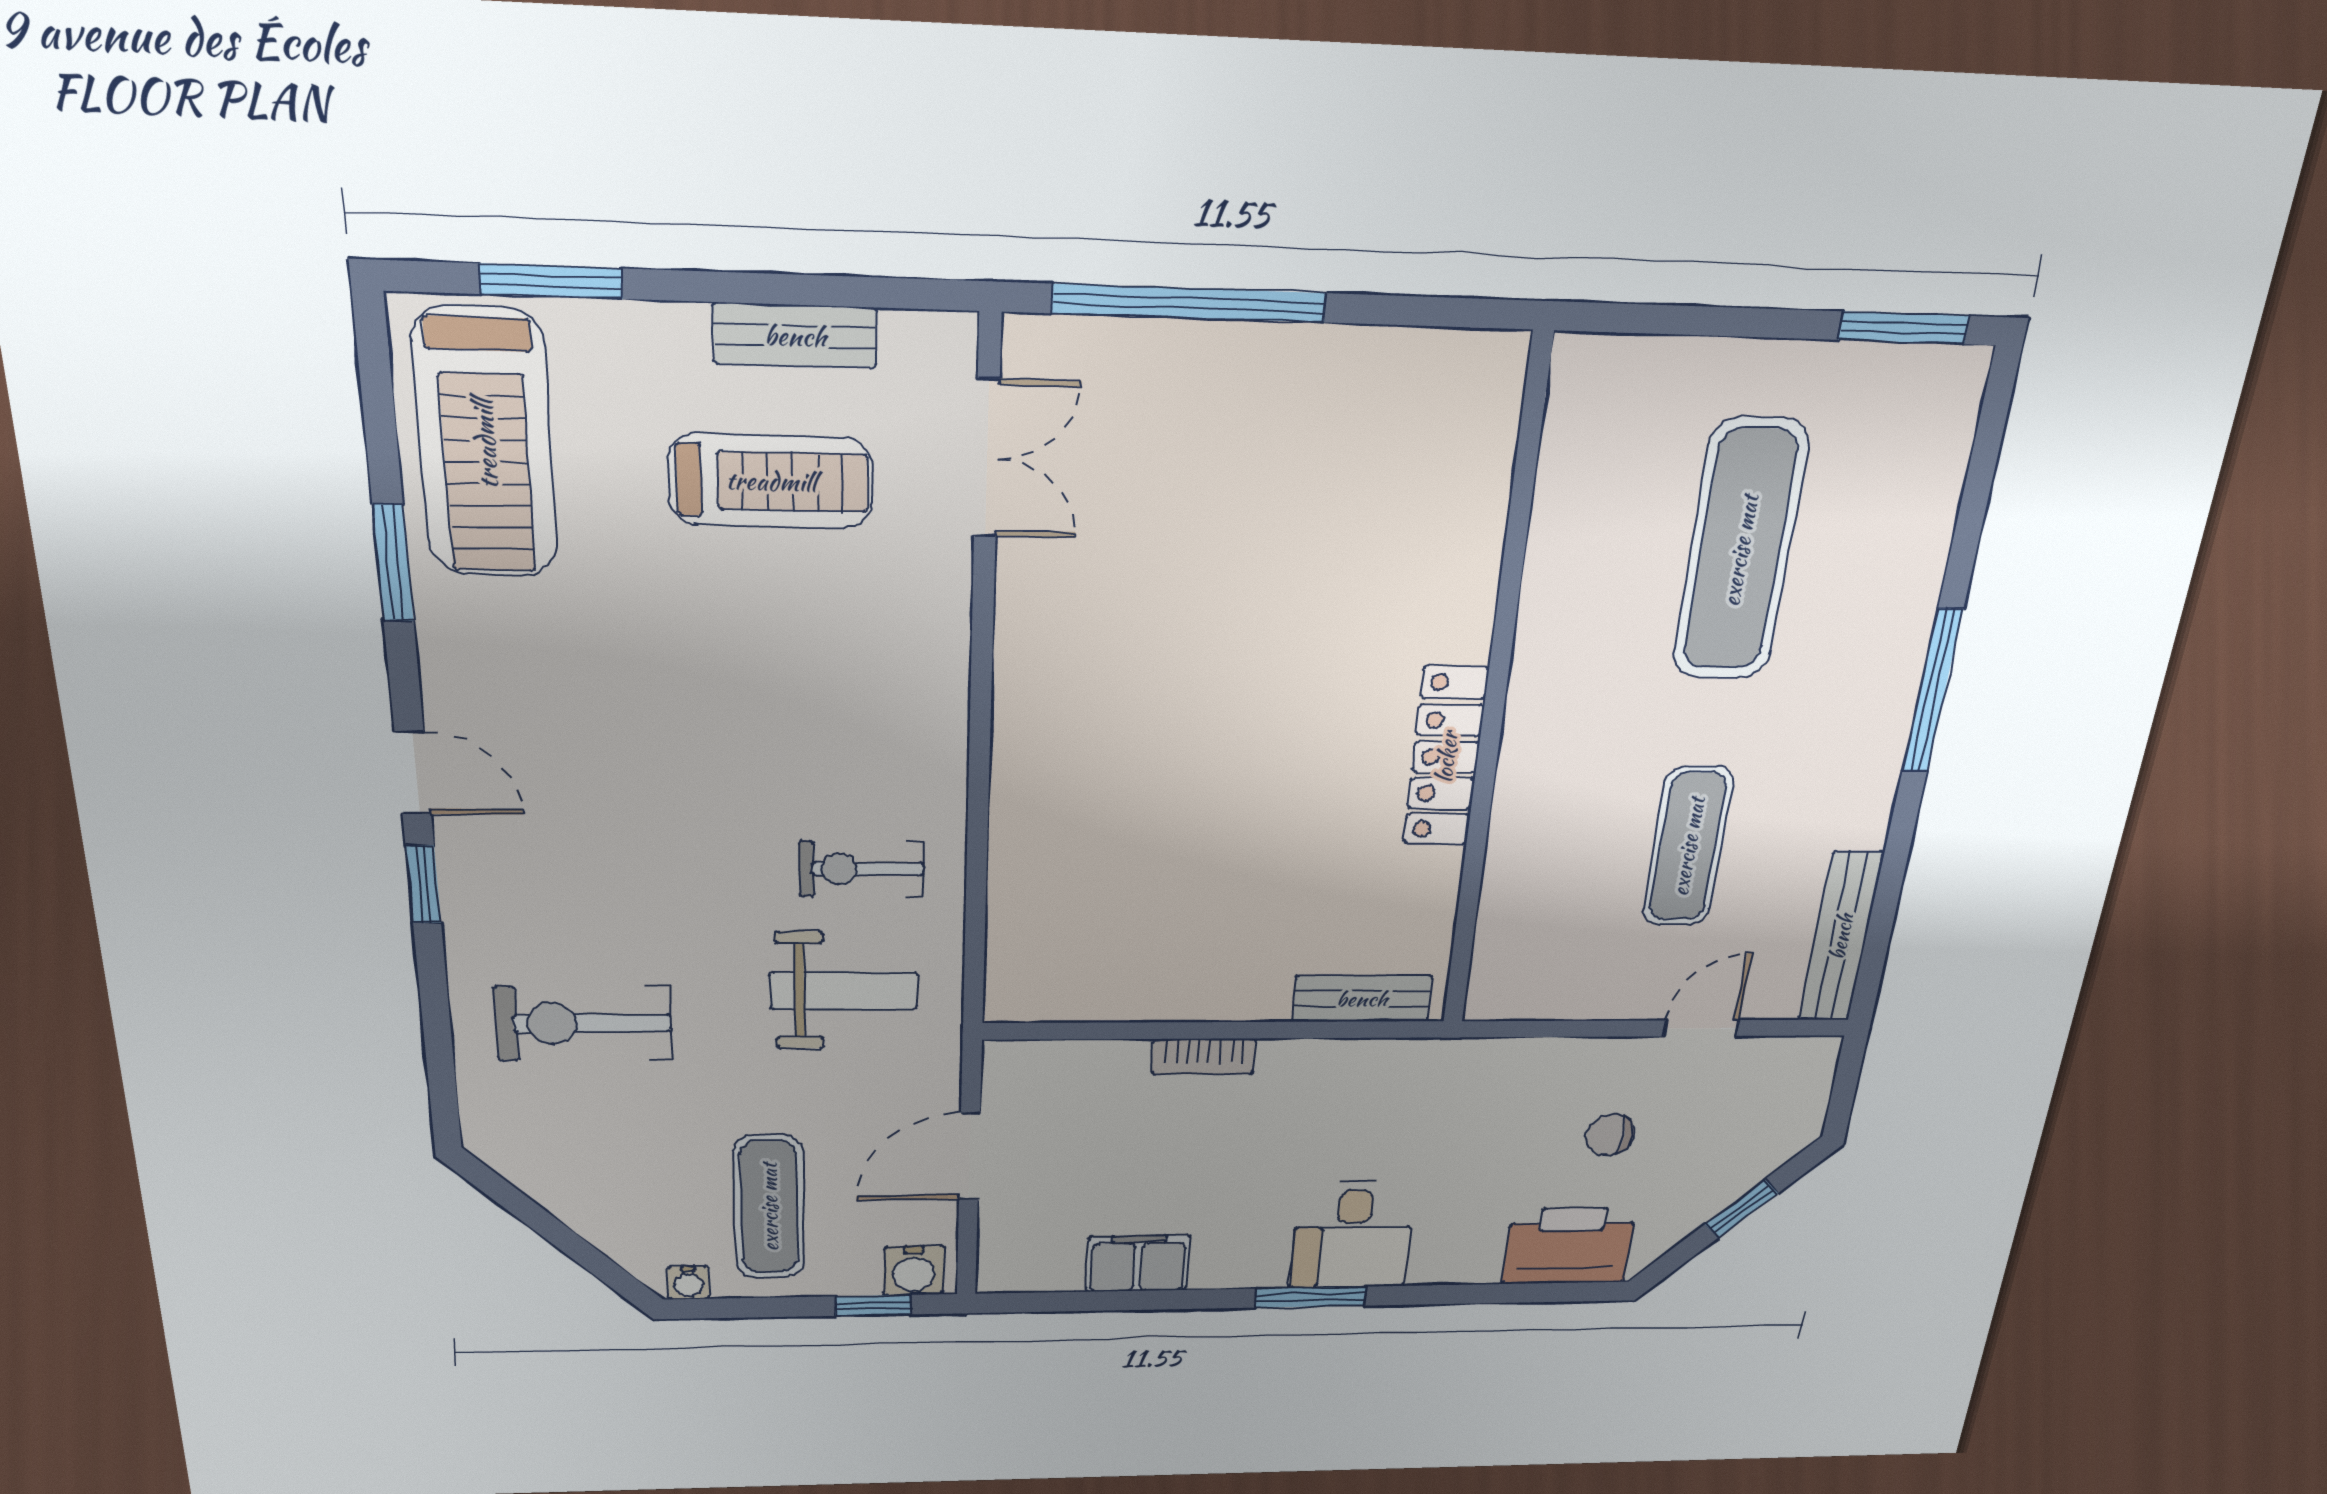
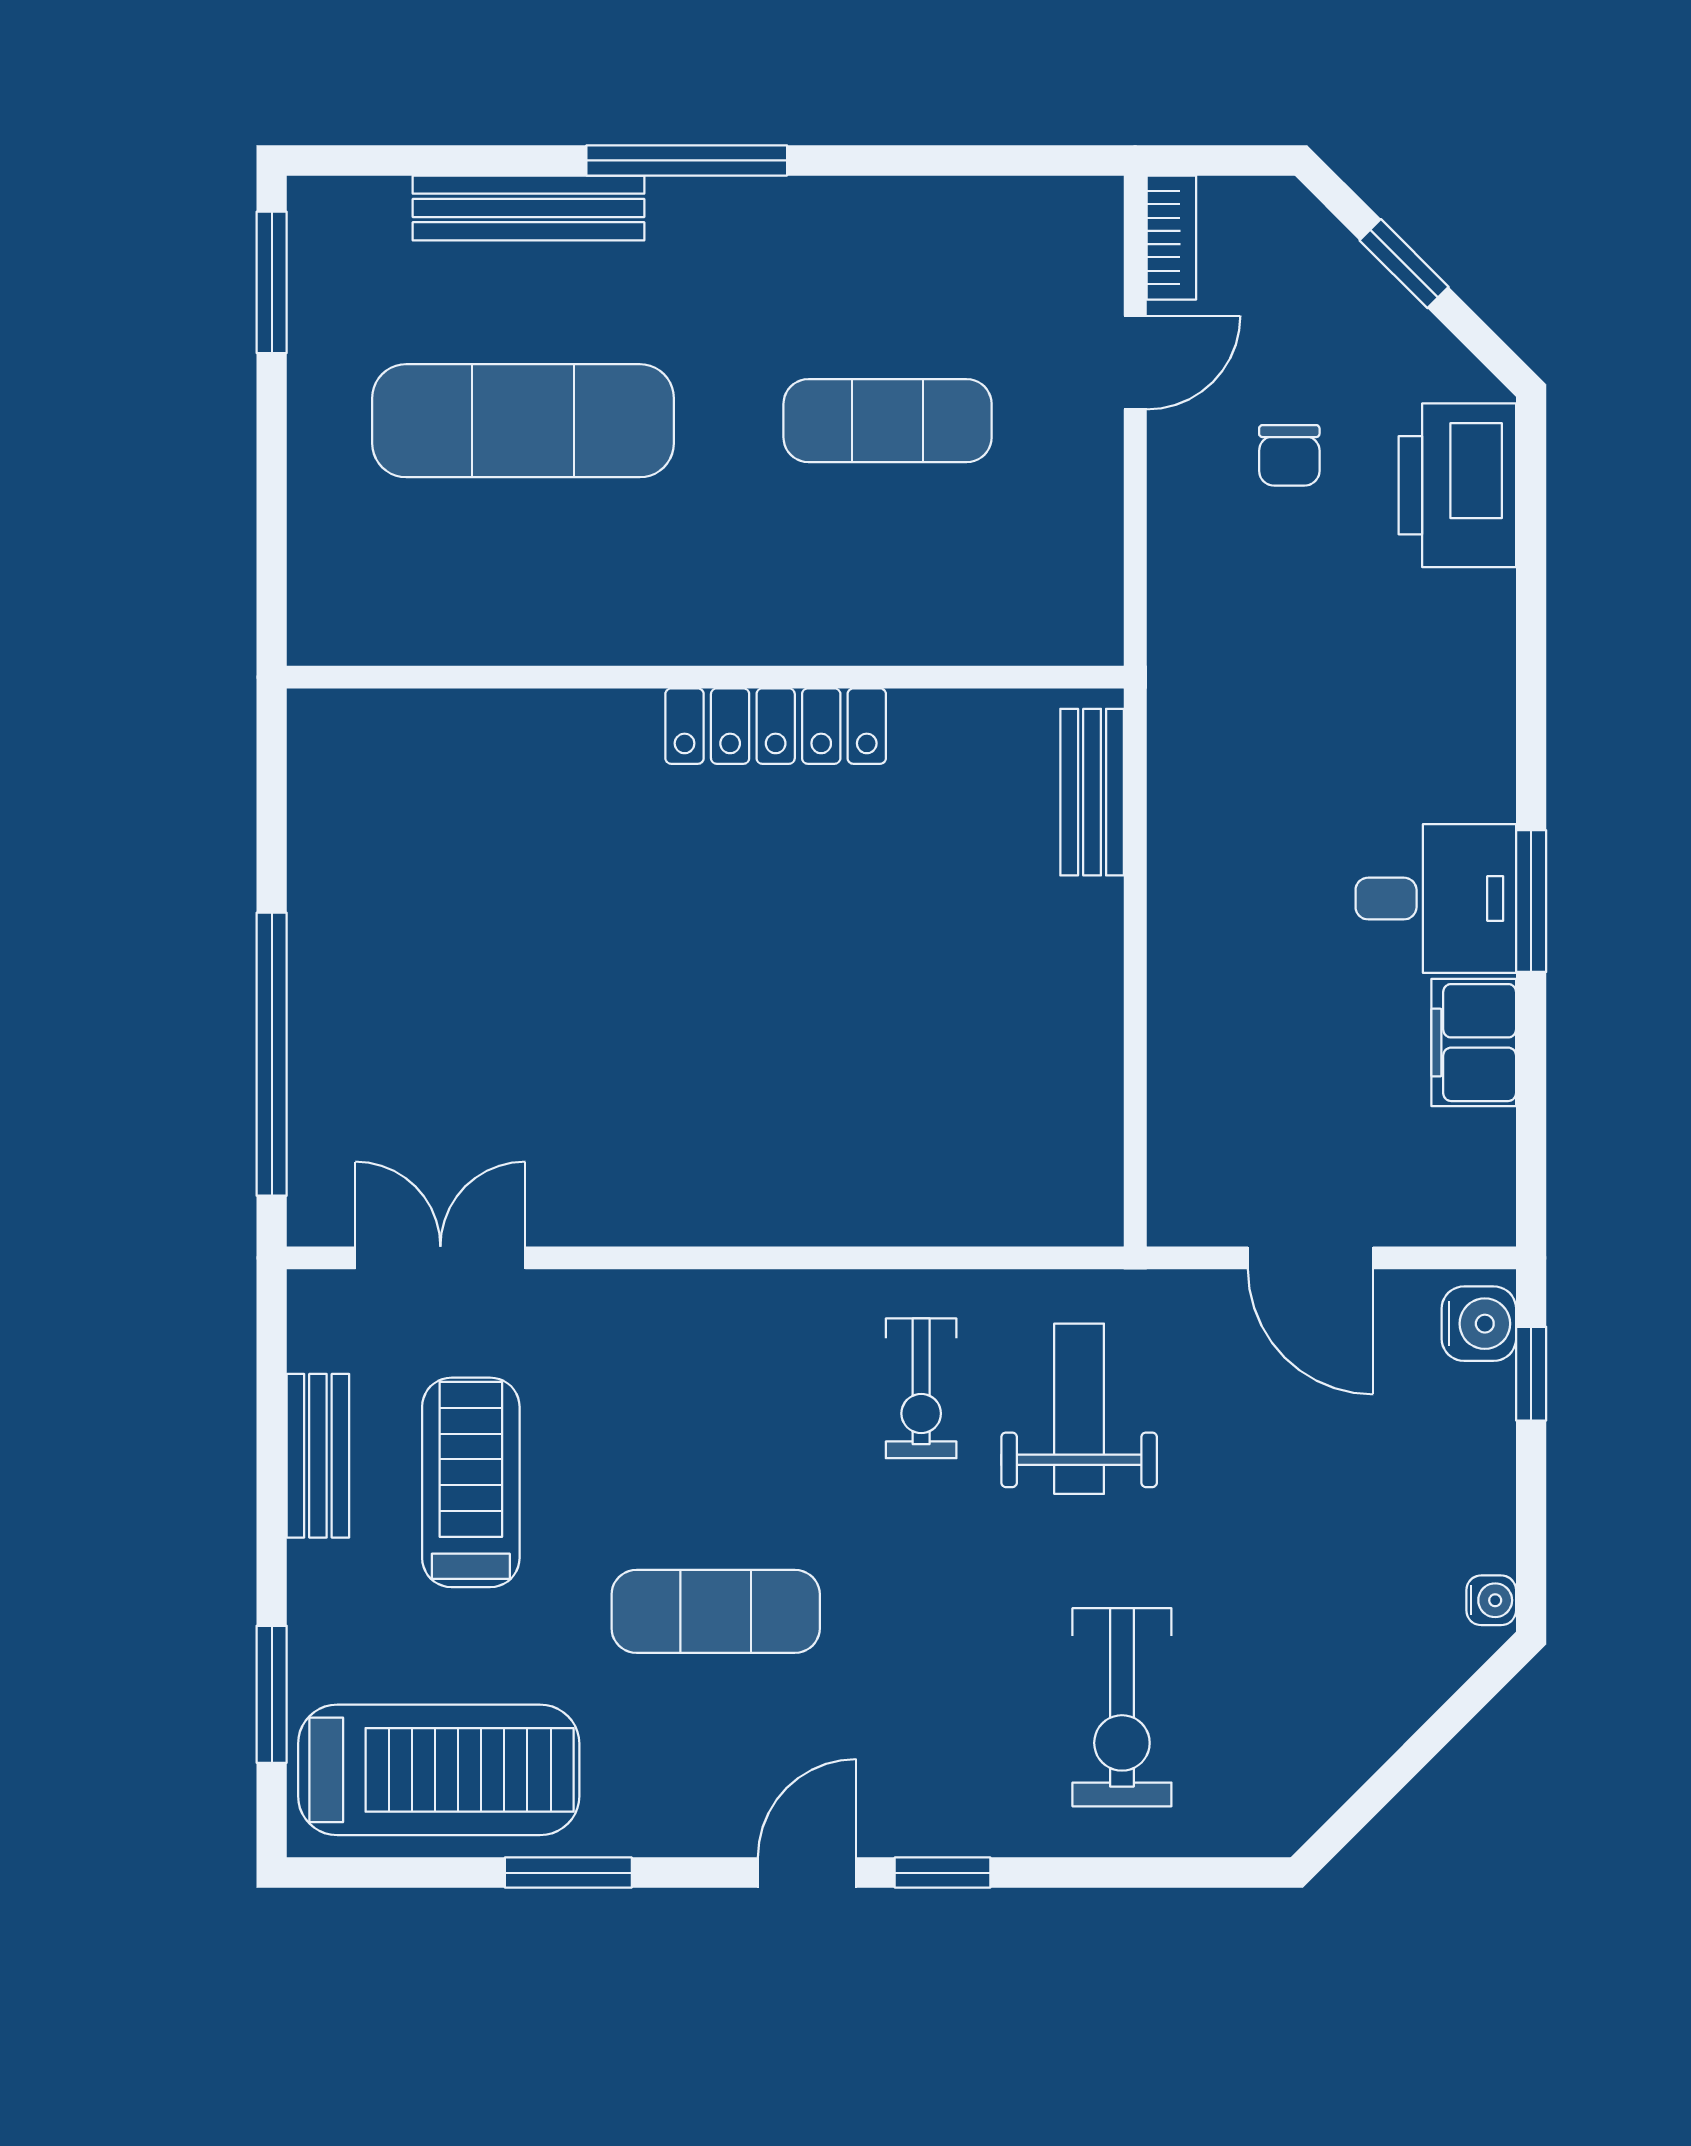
bench: (1841, 937) -> (528, 208), moved
door: (1701, 1028) -> (1135, 363), swing flipped
bookcase: (1204, 1056) -> (1171, 238), moved
exercise mat: (769, 1207) -> (716, 1611), moved
desk: (1352, 1235) -> (1436, 899), moved
window: (1311, 1297) -> (1531, 901), moved

